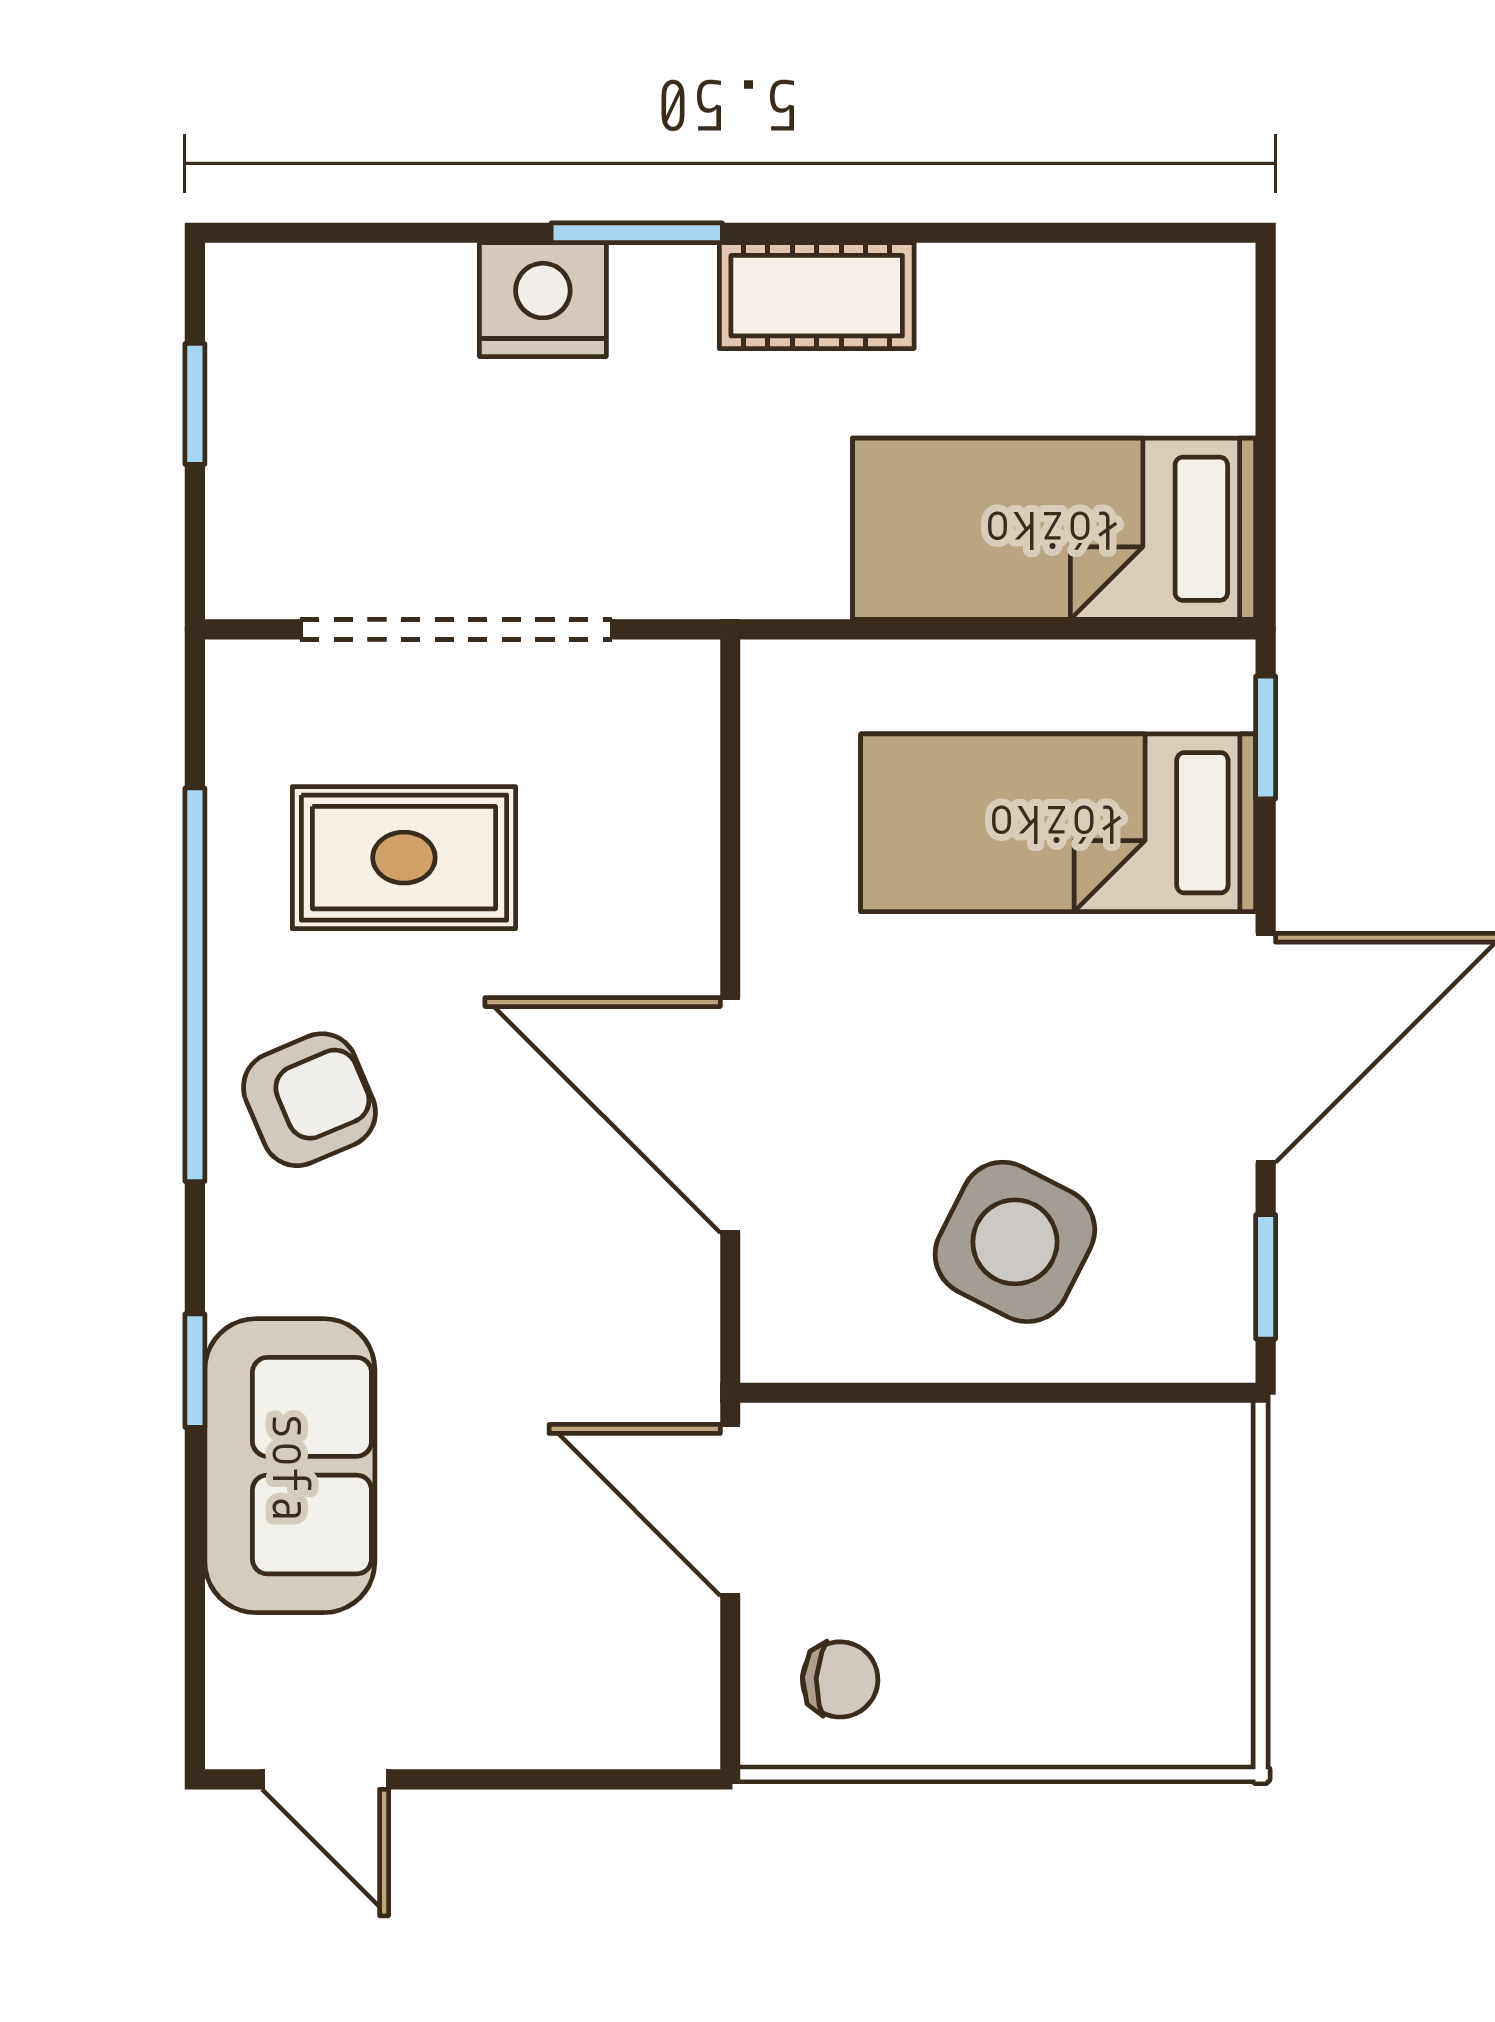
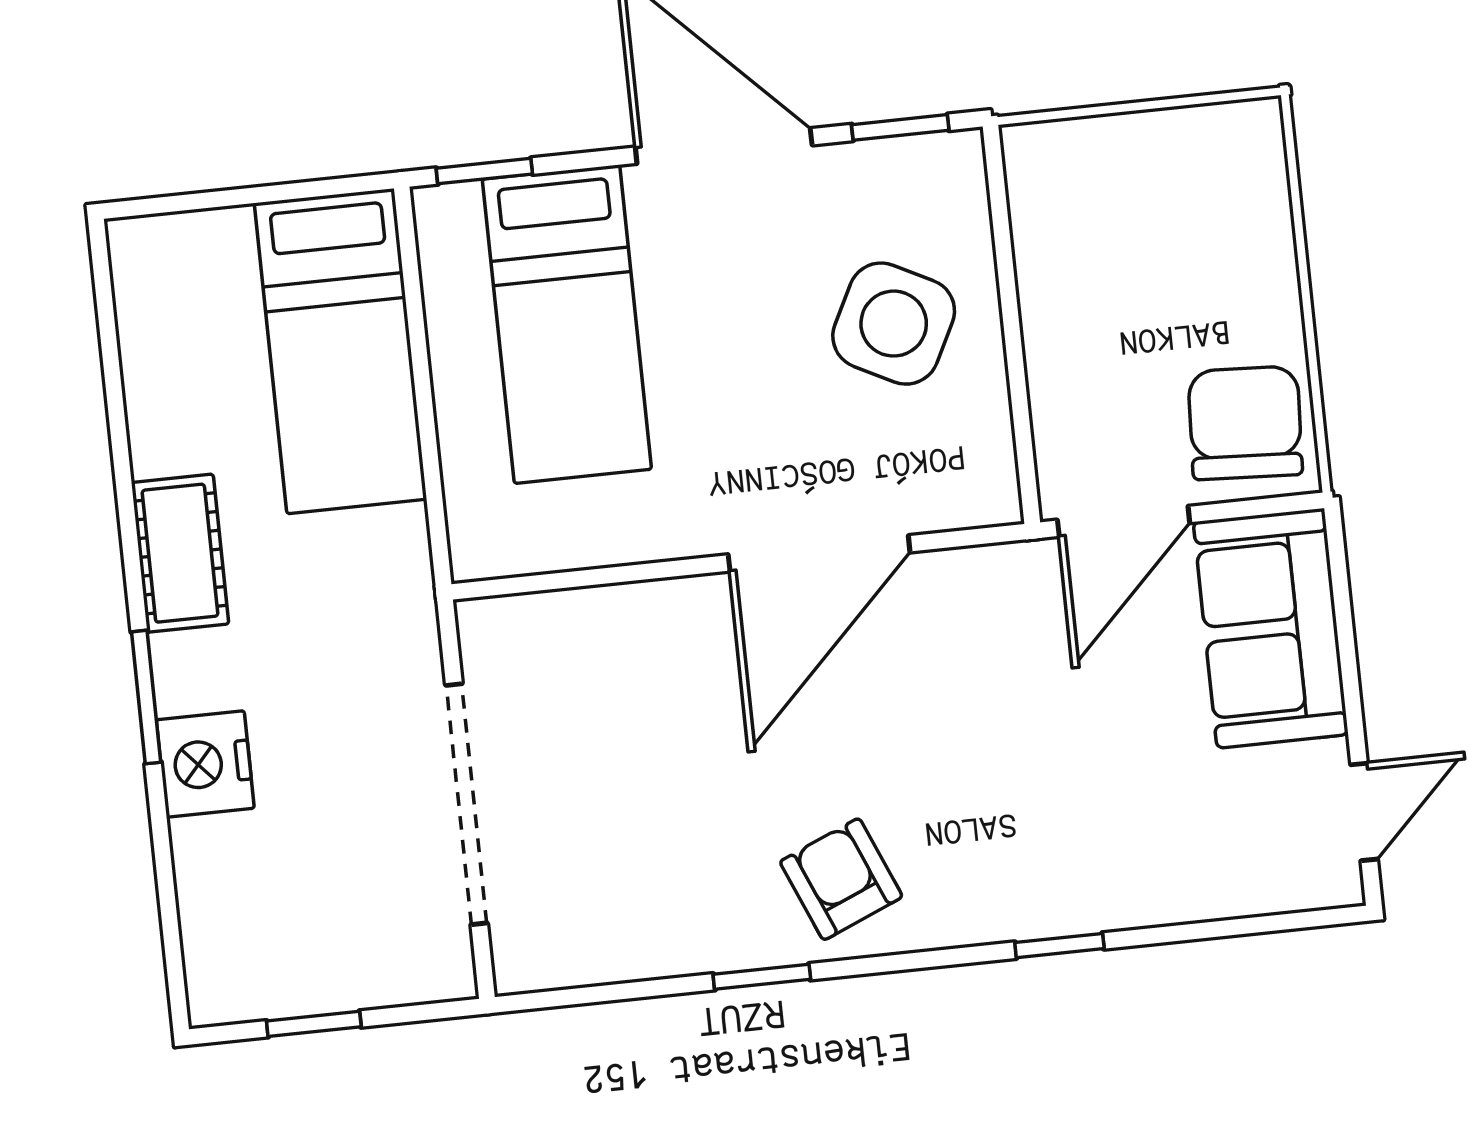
rug: (404, 858) -> (647, 826), removed
window: (195, 985) -> (762, 977), width x0.32
sofa: (290, 1466) -> (1271, 628), moved, turned -90
chair: (840, 1679) -> (1245, 423), width x1.87, depth x1.87

